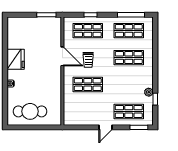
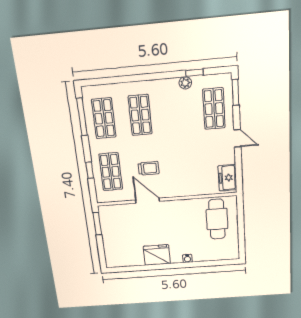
door: (62, 56) -> (148, 201), hinge flipped
shop shelf: (88, 85) -> (181, 166), removed
cafe table: (30, 111) -> (217, 219), moved
freezer: (76, 119) -> (227, 178), added

